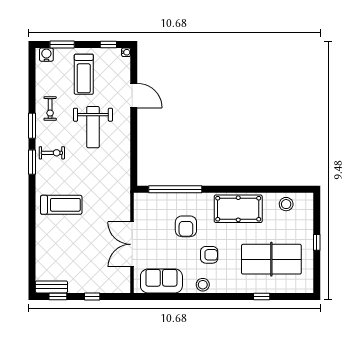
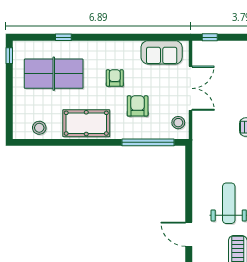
window: (317, 242) -> (9, 56), moved
armchair: (209, 255) -> (115, 78), turned 90
stool: (203, 285) -> (178, 123), moved
window: (92, 296) -> (210, 37), moved

